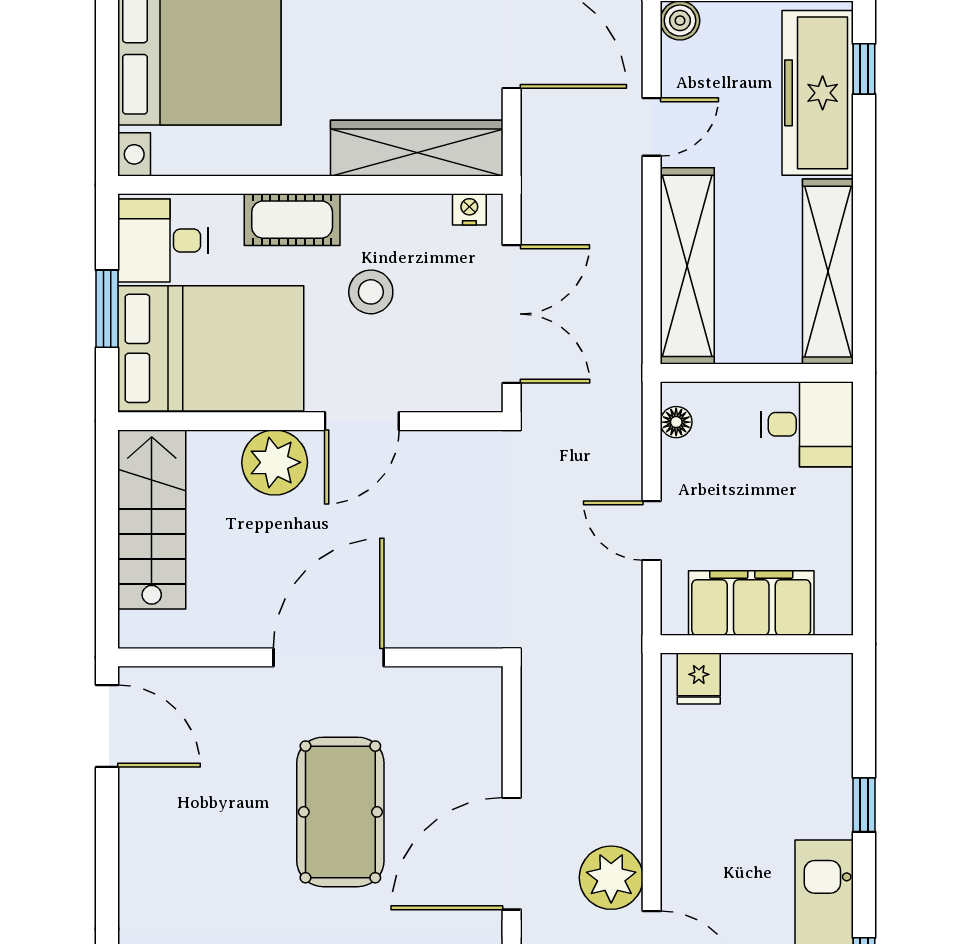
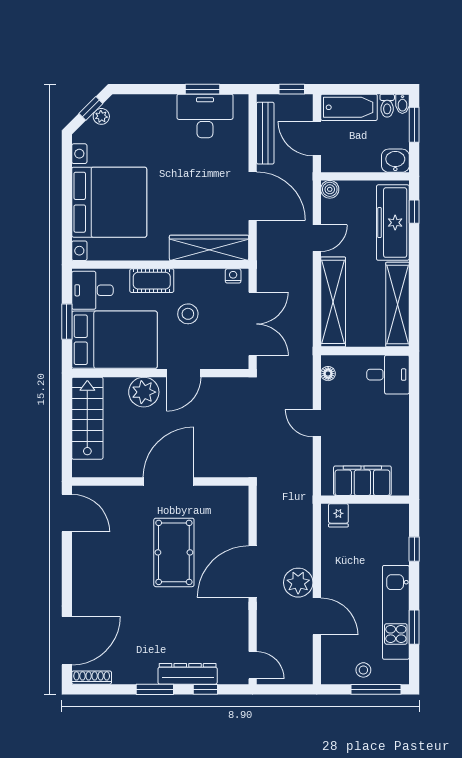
filing cabinet: (751, 603) -> (362, 481), moved
wall: (757, 644) -> (365, 500), moved
fridge: (699, 679) -> (338, 515), moved

